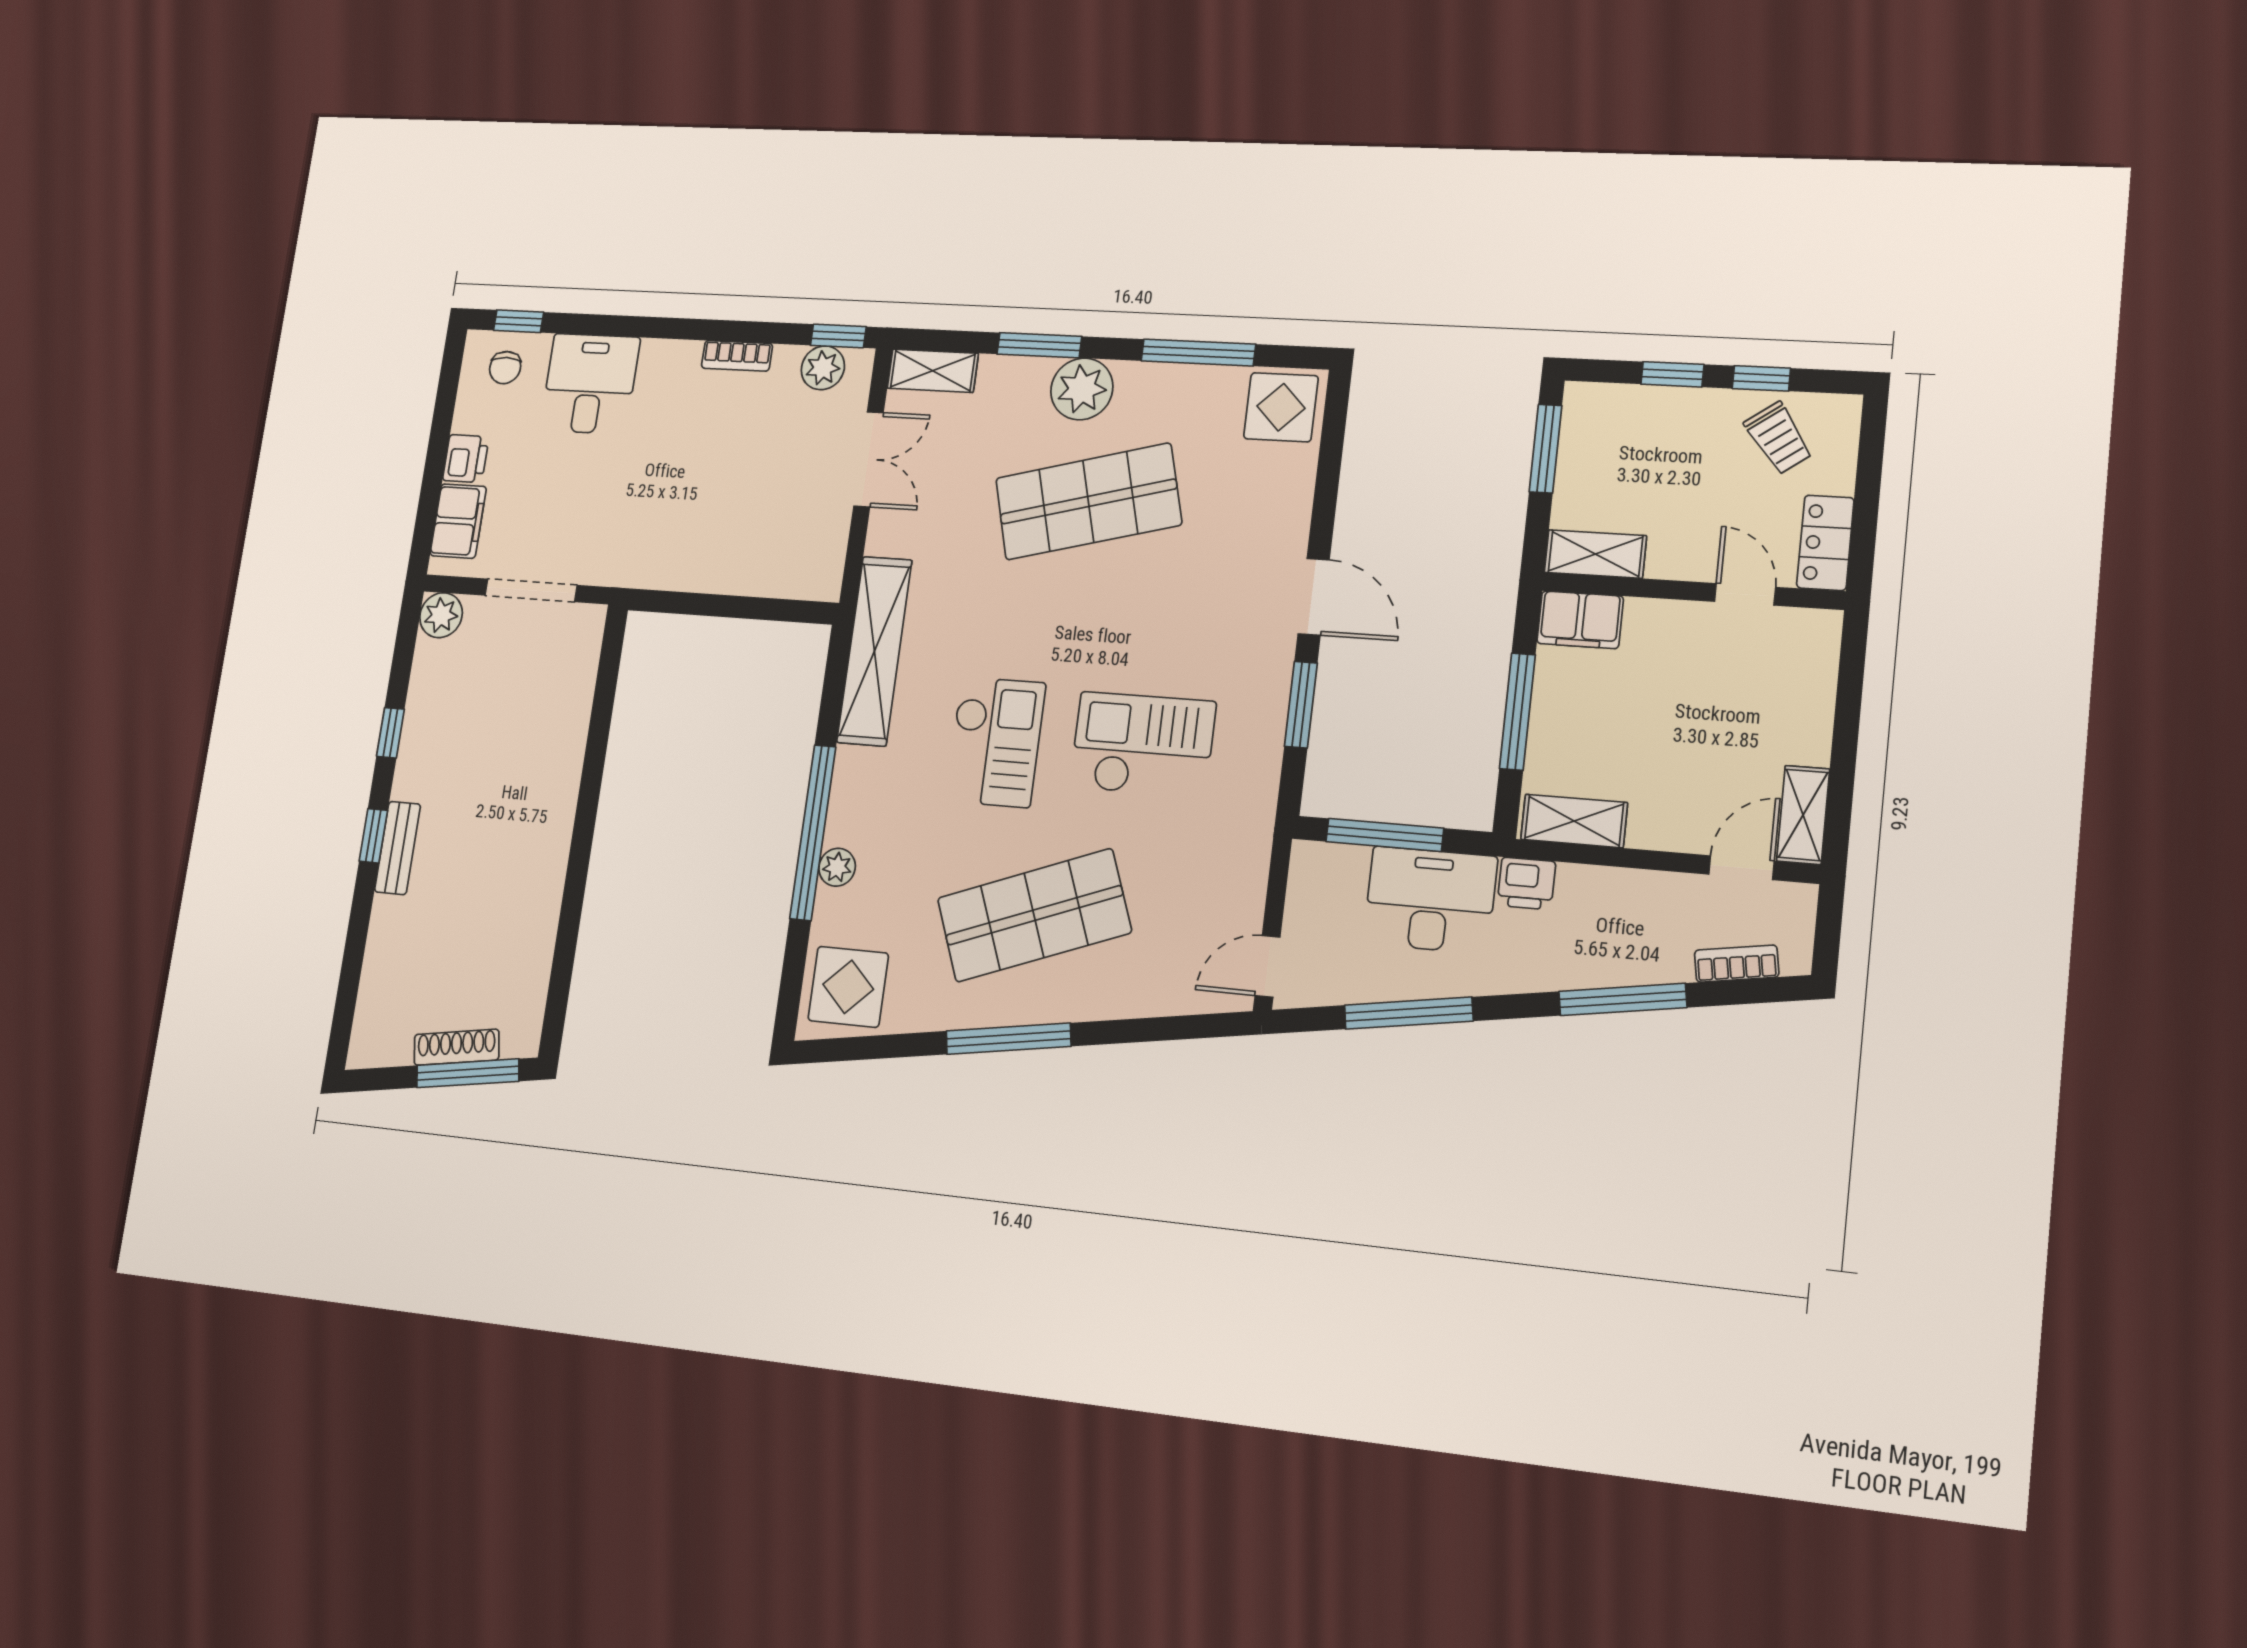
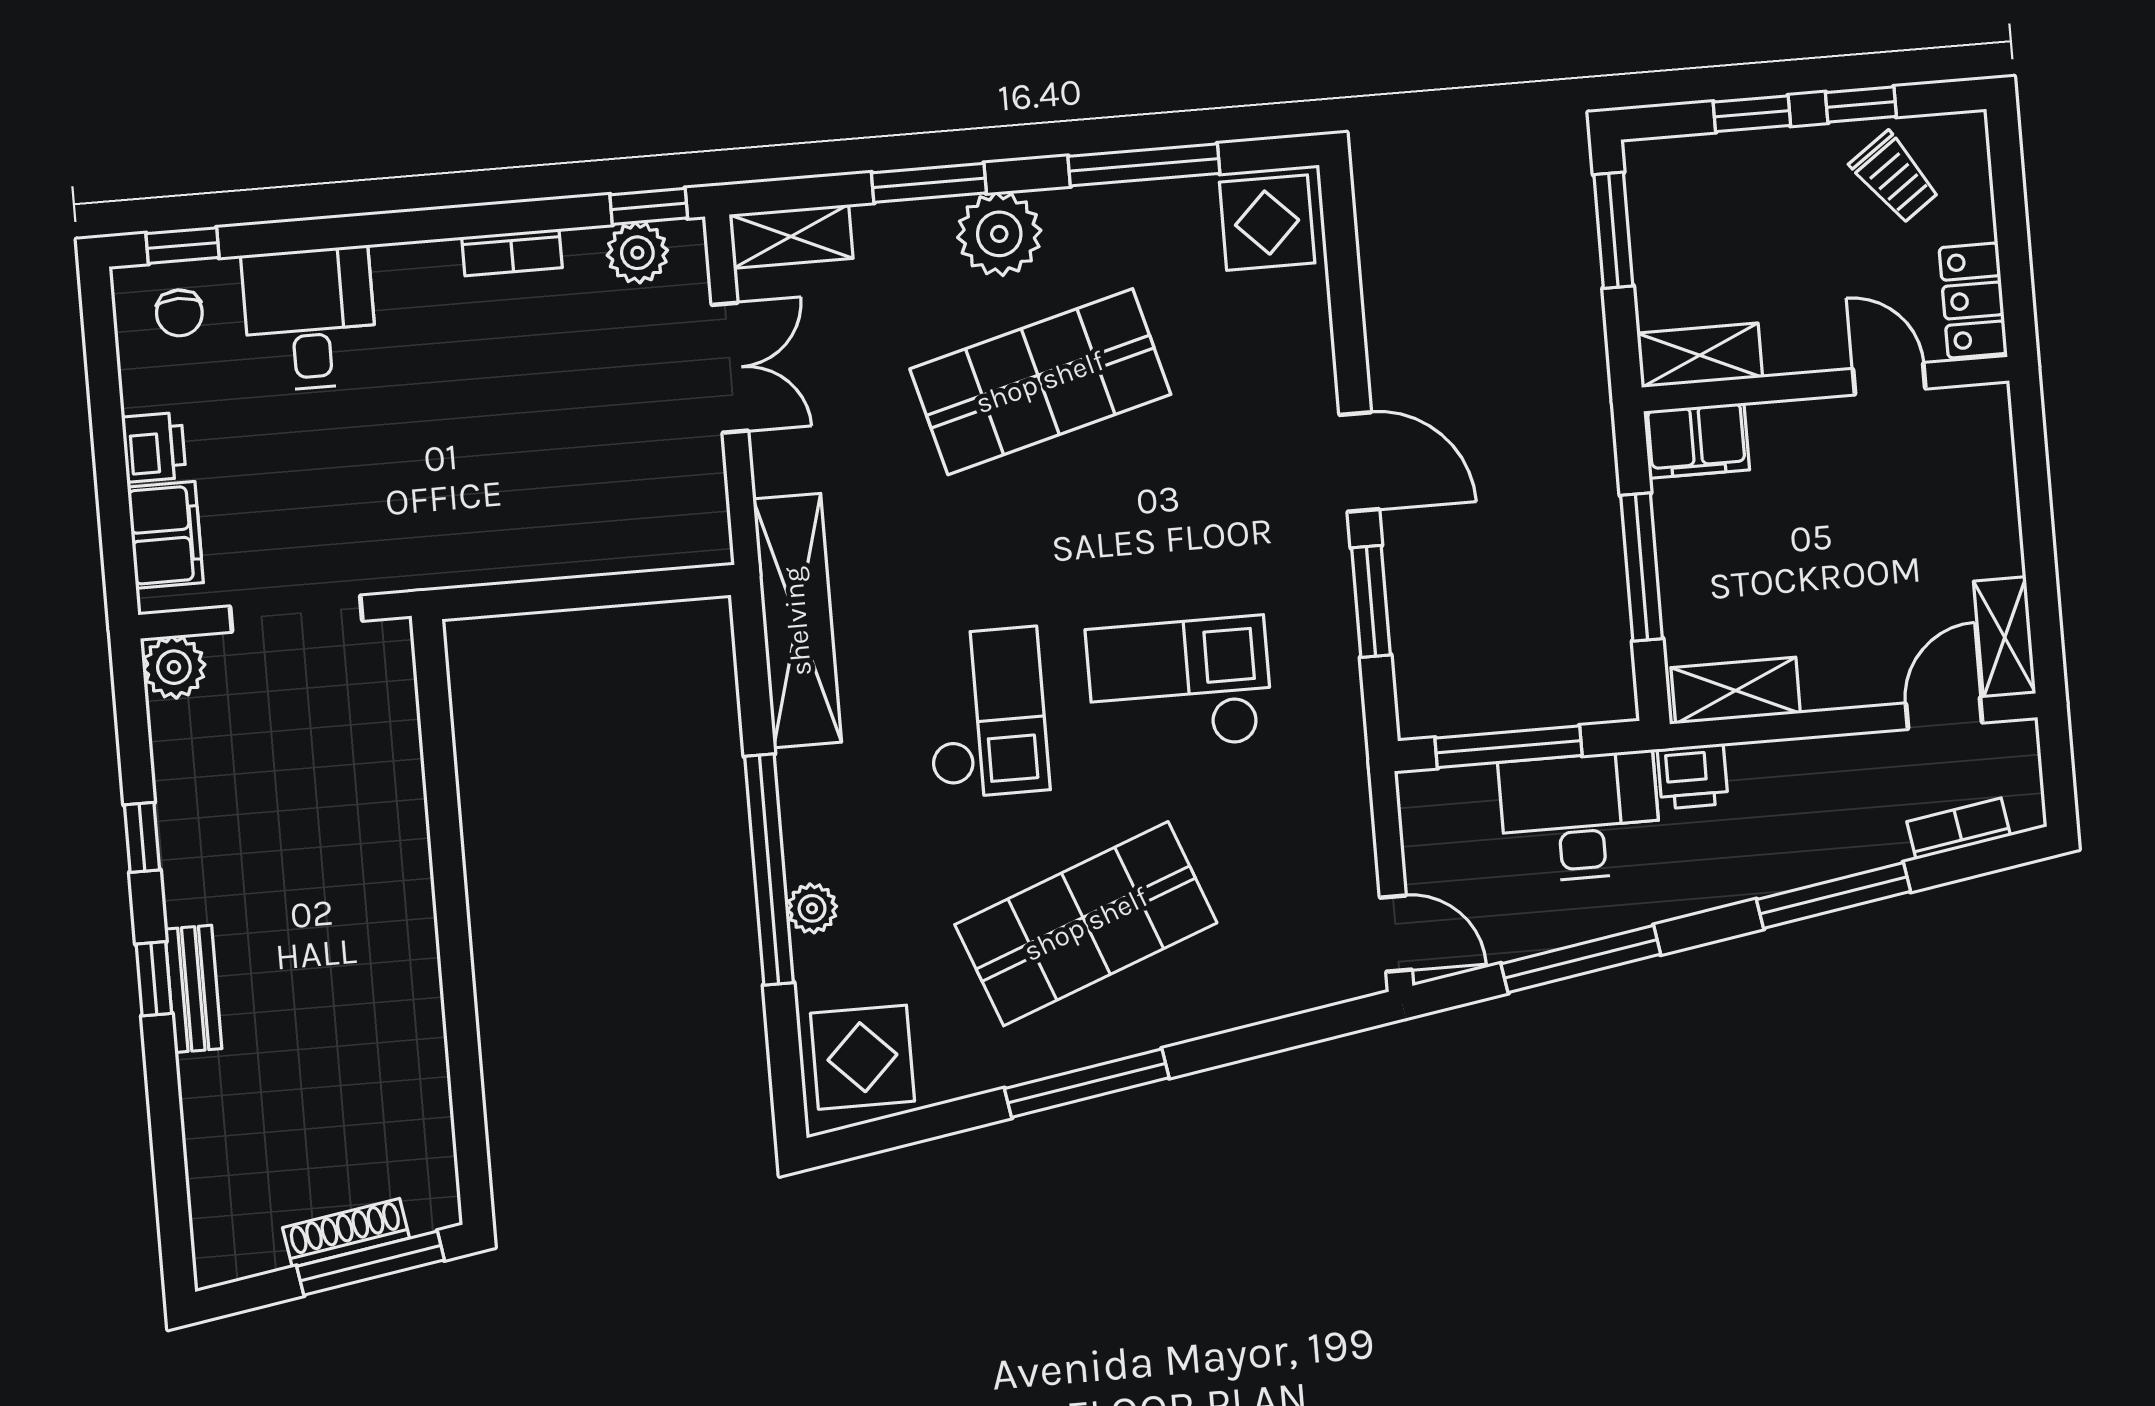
door: (1268, 966) -> (1396, 934), swing flipped

